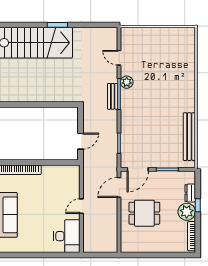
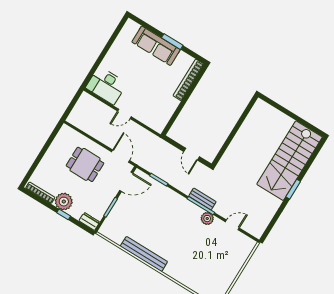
bench: (189, 137) -> (144, 254), moved
door: (80, 141) -> (192, 154), moved
door: (138, 169) -> (126, 182), swing flipped
dresser: (190, 193) -> (89, 221), moved
door: (81, 206) -> (124, 114), swing flipped
dining table: (144, 213) -> (85, 164), turned 90

